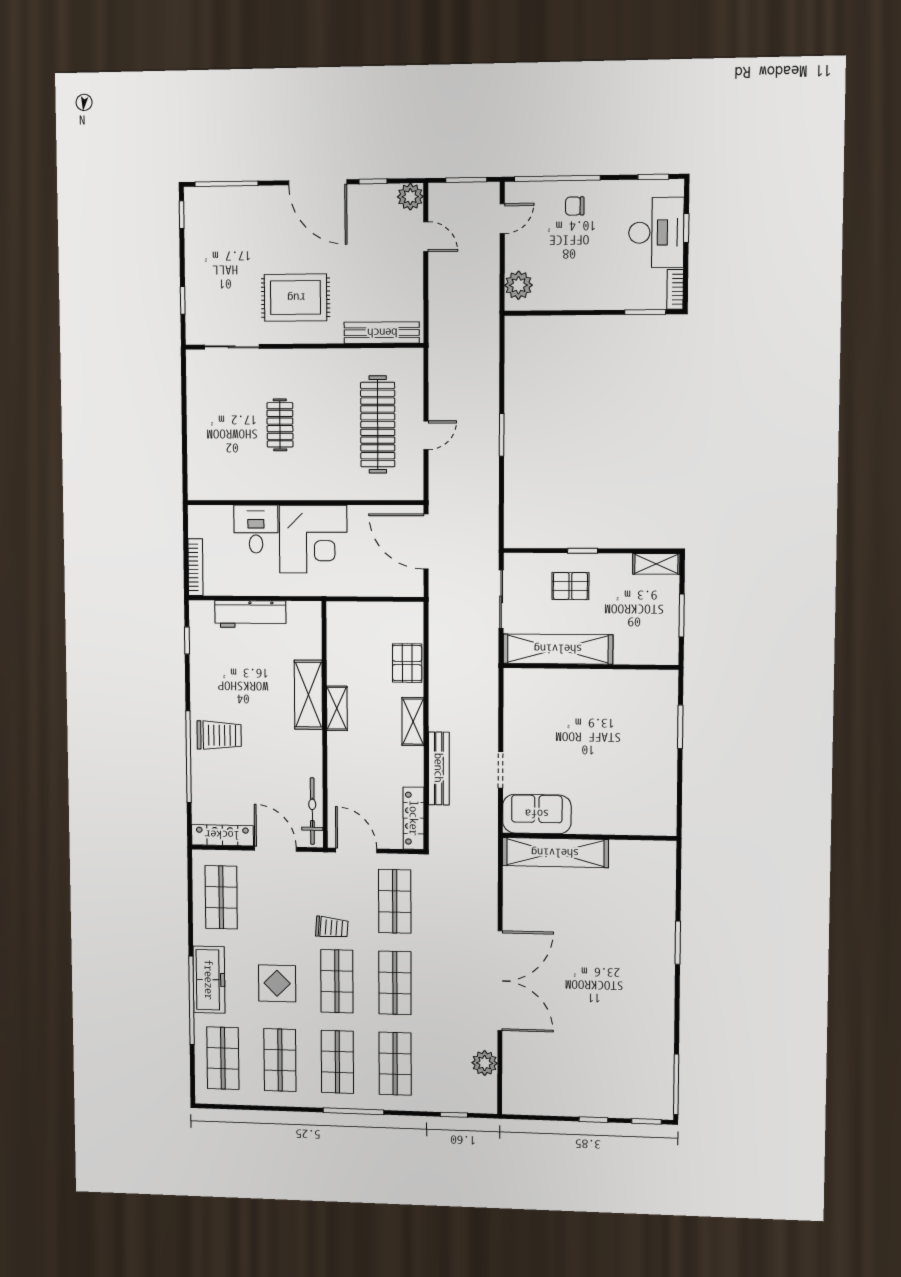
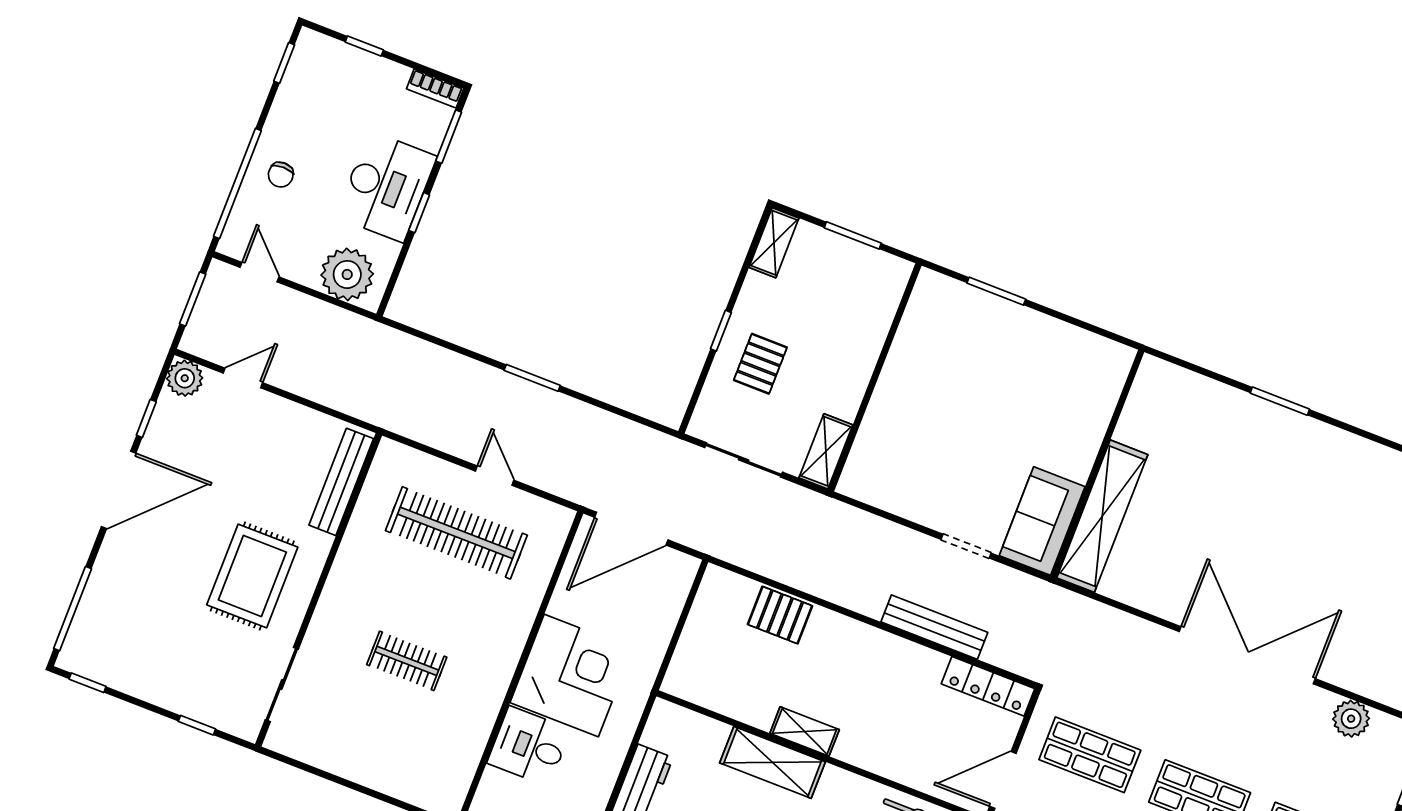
desk: (656, 233) -> (386, 187), moved, turned 90
plant: (518, 285) -> (347, 274), width x1.36, depth x1.36
window: (585, 313) -> (419, 213), added
shelving: (558, 649) -> (826, 451), width x0.45, depth x0.75
shelving: (413, 722) -> (860, 637), removed

